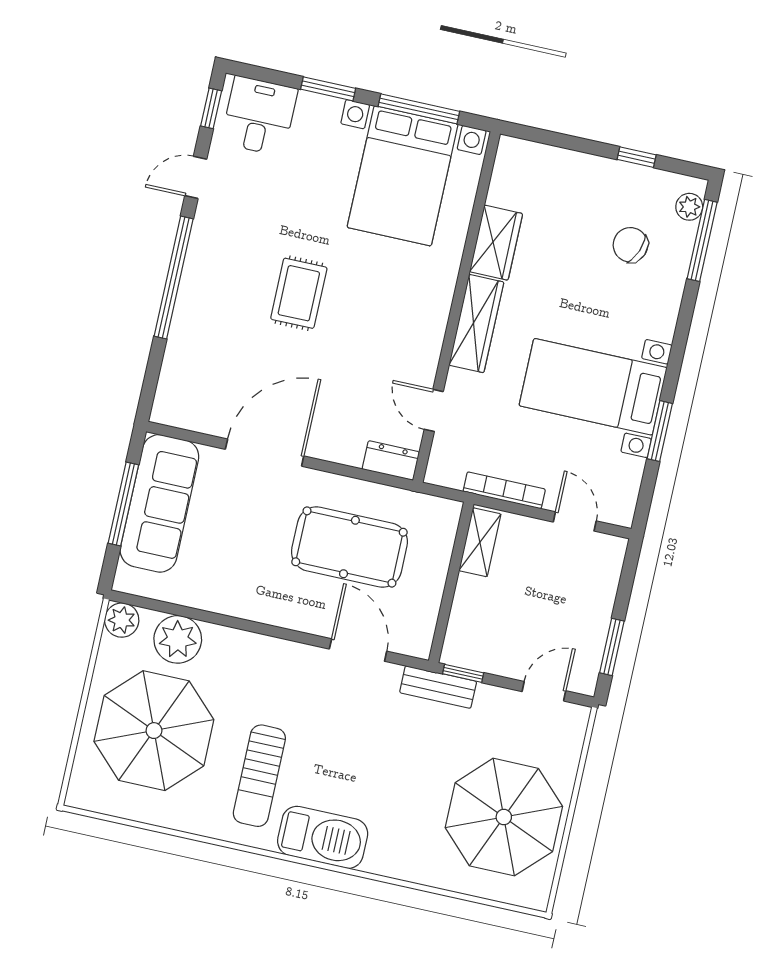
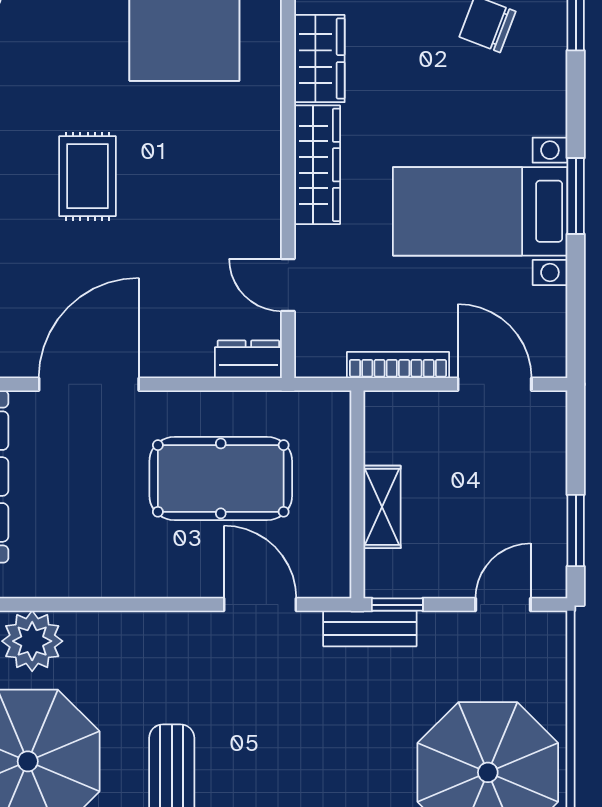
window: (660, 431) -> (576, 196), moved
door: (575, 521) -> (495, 384), width x1.38
shelving: (480, 542) -> (382, 507), moved

